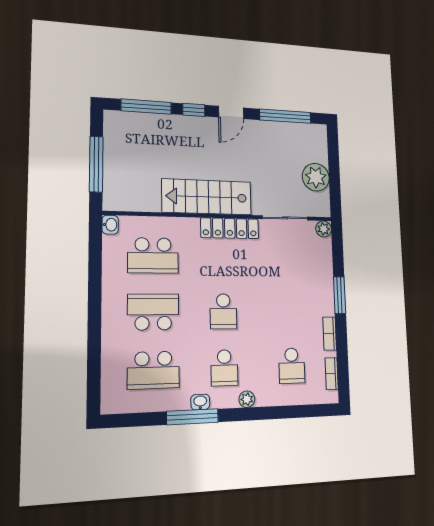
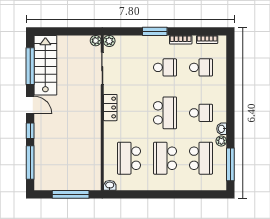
plant: (316, 177) -> (96, 41), moved, width x0.53, depth x0.53
stairs: (207, 197) -> (45, 65), moved, turned 180
locker: (230, 228) -> (110, 108), width x0.66
school desk: (153, 255) -> (129, 158), turned 180
school desk: (223, 311) -> (165, 113), width x1.85
school desk: (290, 311) -> (165, 67), added
plant: (247, 399) -> (221, 141), moved
window: (192, 417) -> (230, 164), moved

